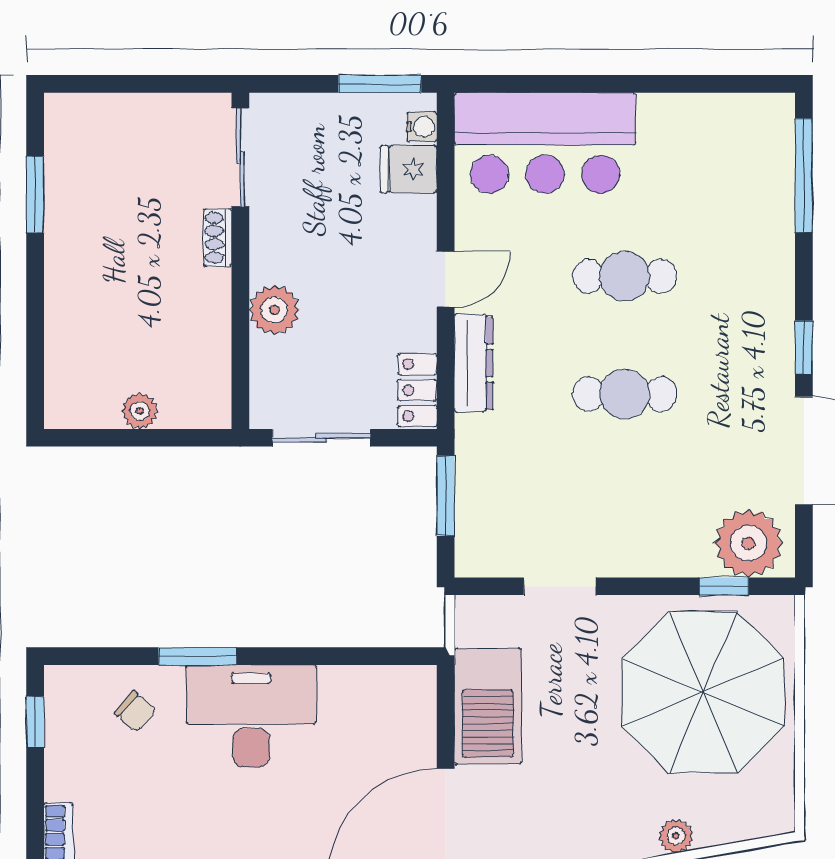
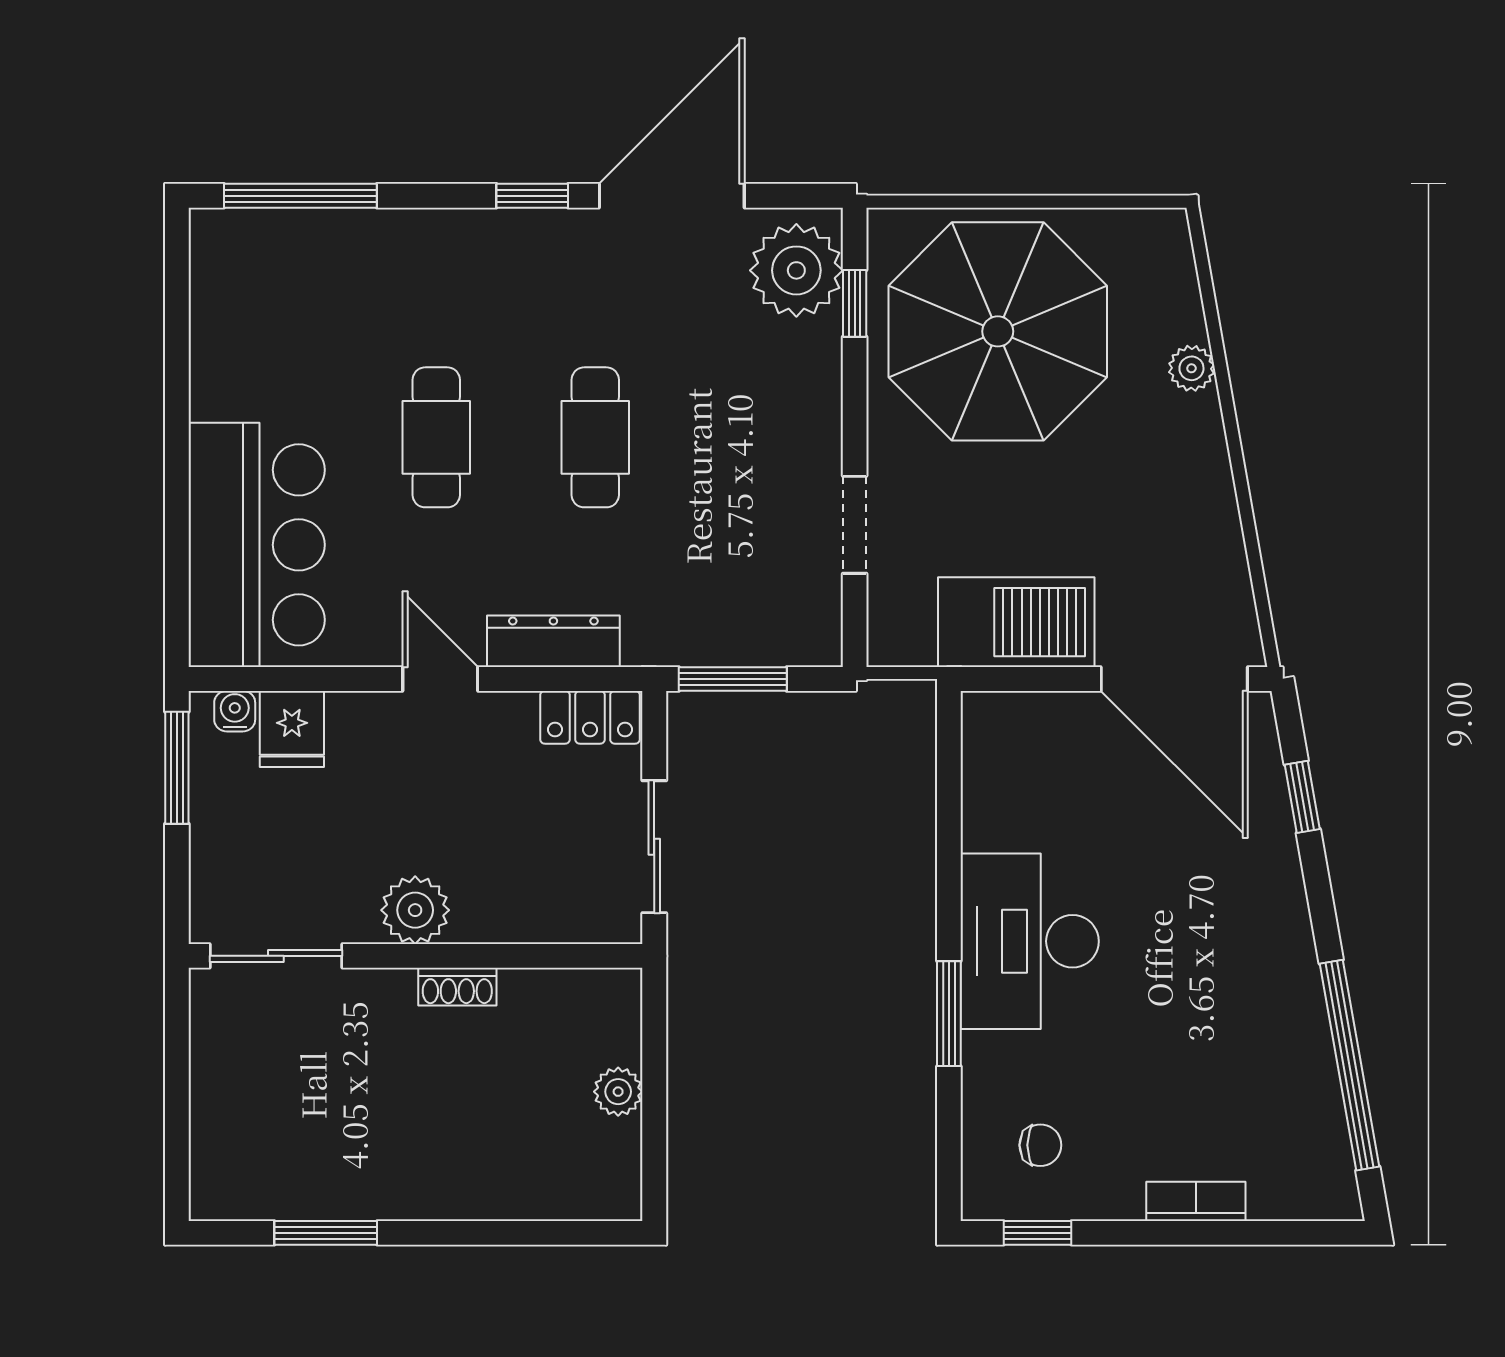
shoe rack: (218, 238) -> (457, 987), moved
plant: (274, 310) -> (415, 910), moved
chair: (135, 711) -> (1040, 1145), moved, turned 49

